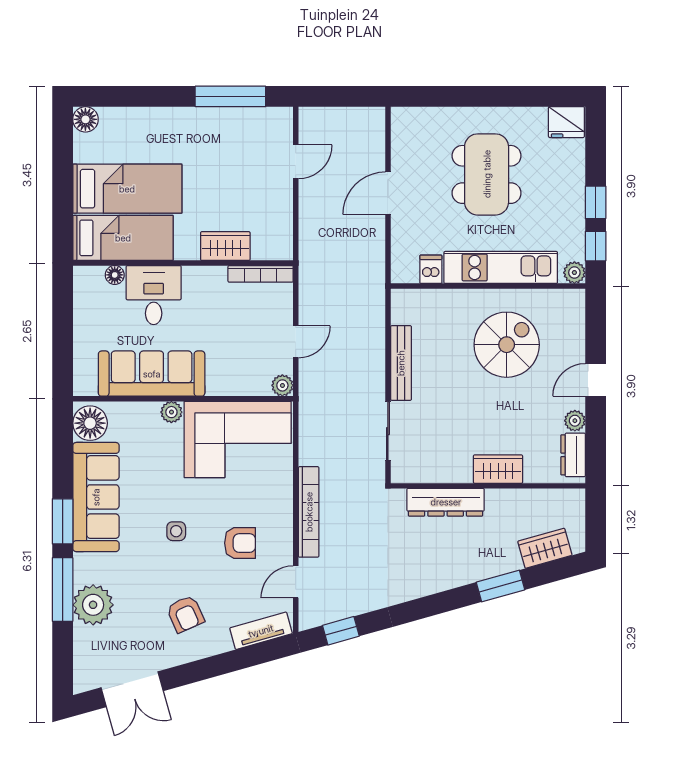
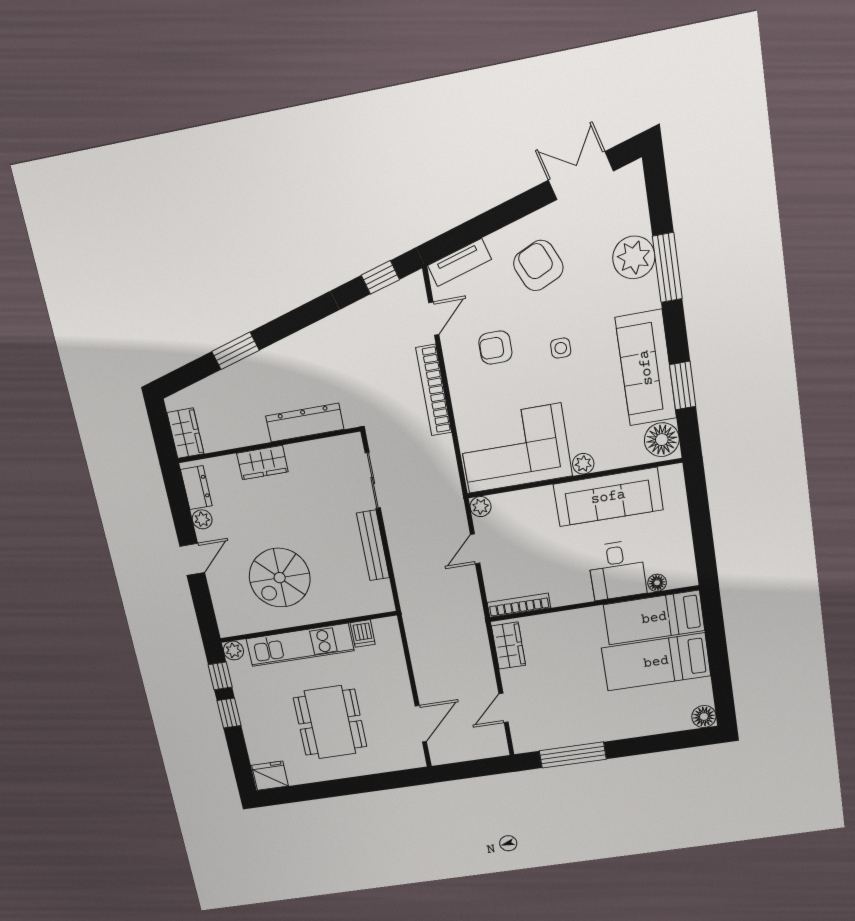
door: (388, 193) -> (421, 724), moved
wardrobe: (225, 246) -> (508, 646), moved, turned -90
window: (63, 521) -> (683, 385), moved
wardrobe: (545, 548) -> (185, 433), moved, turned -74
armchair: (185, 614) -> (538, 265), width x1.38, depth x1.38

